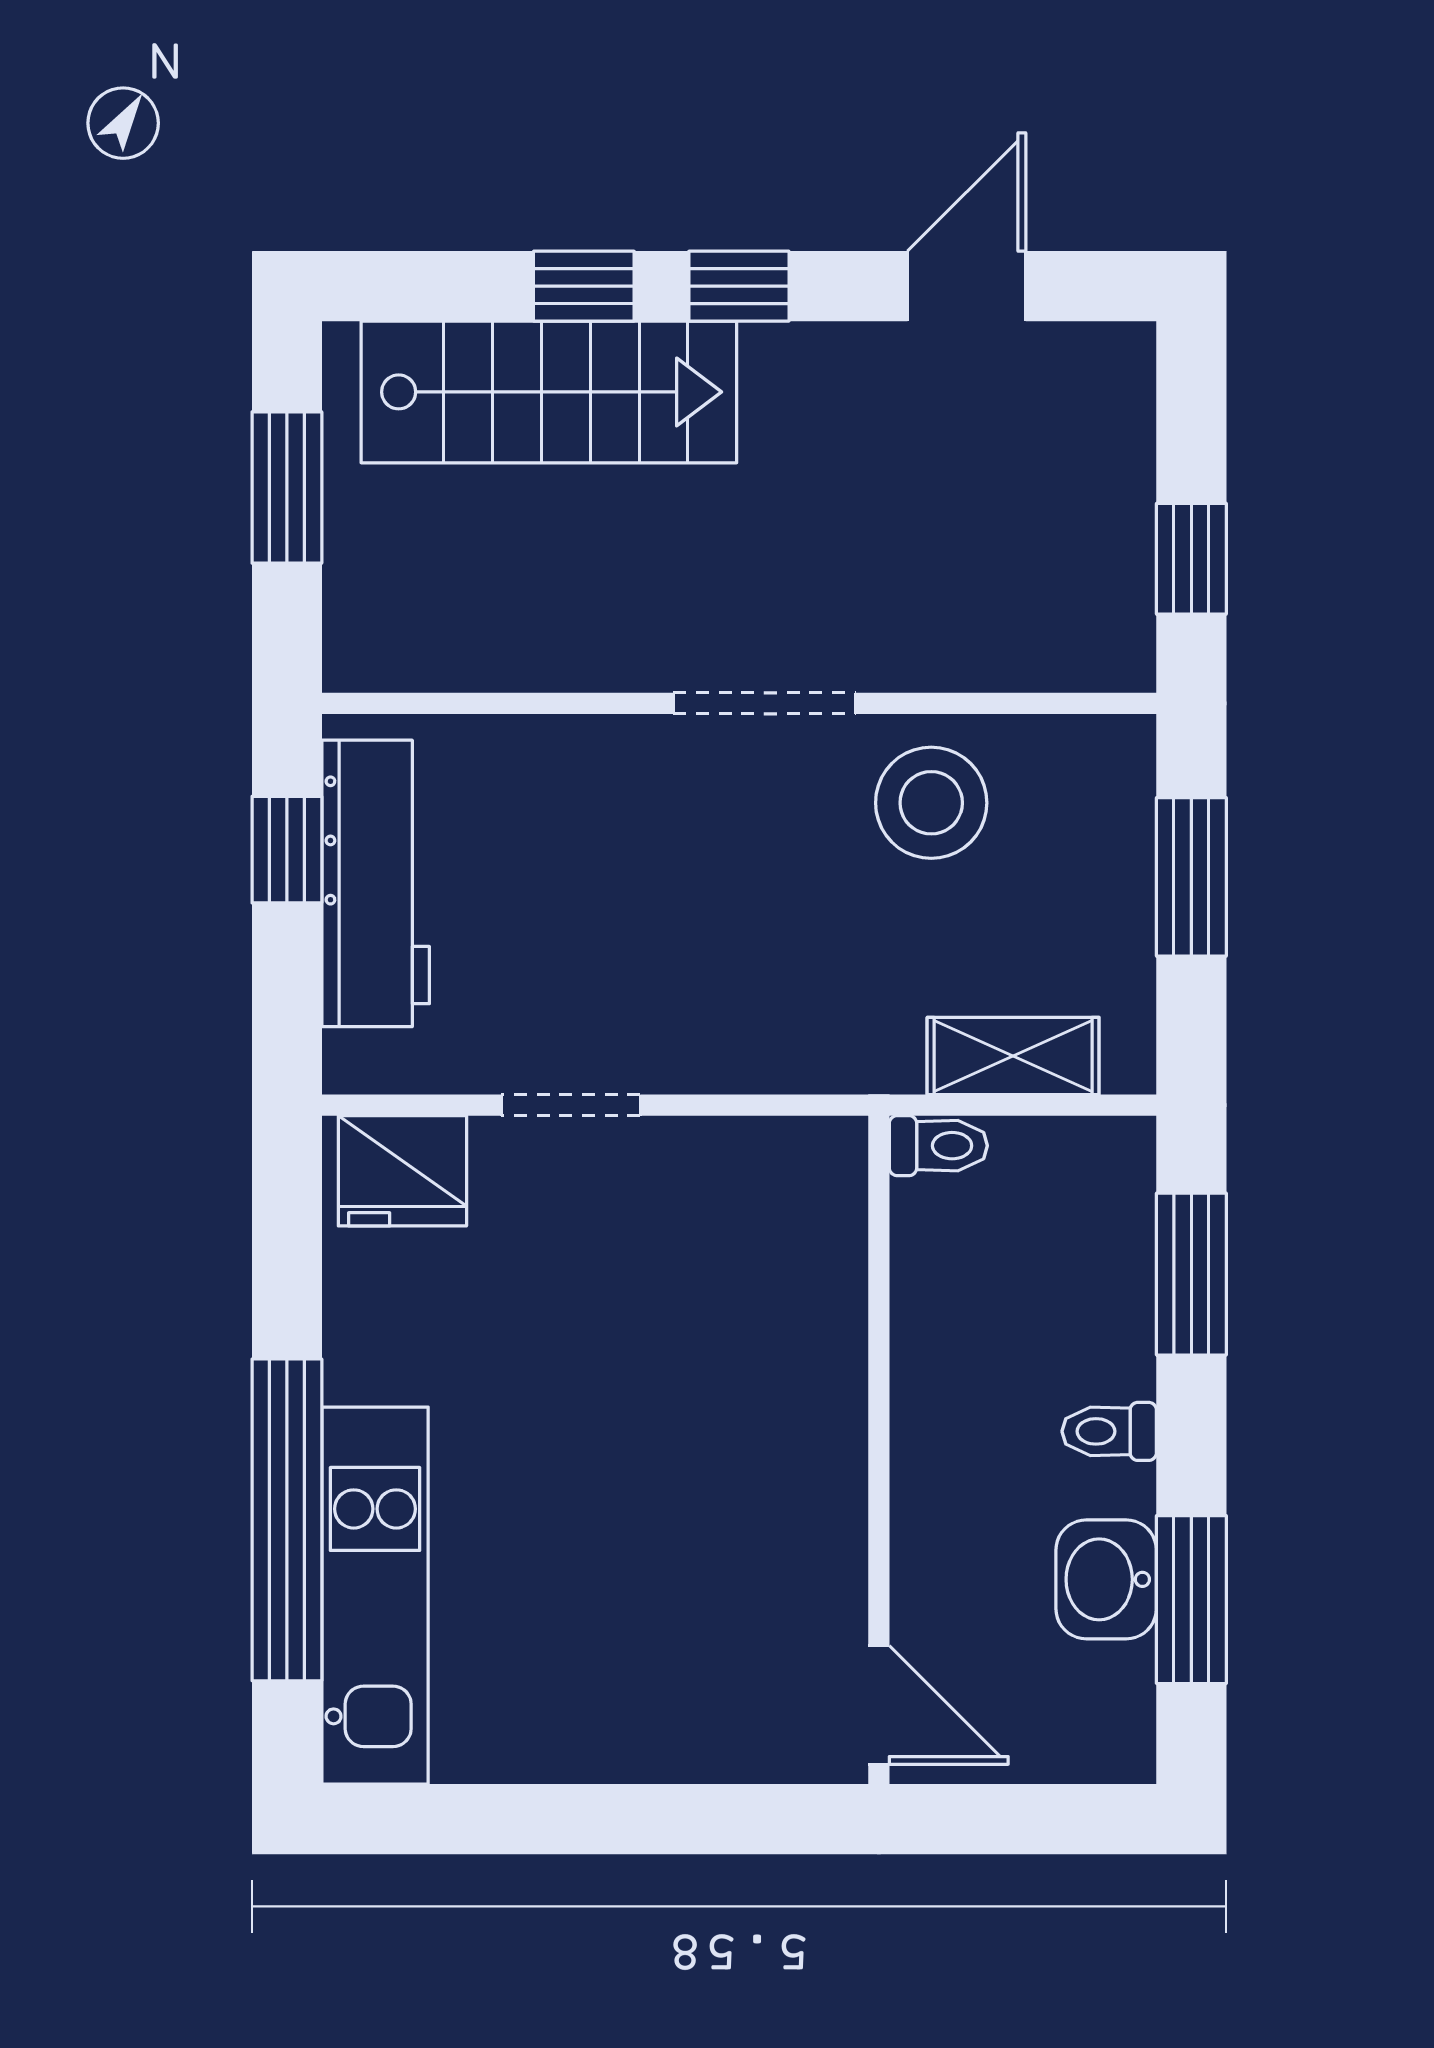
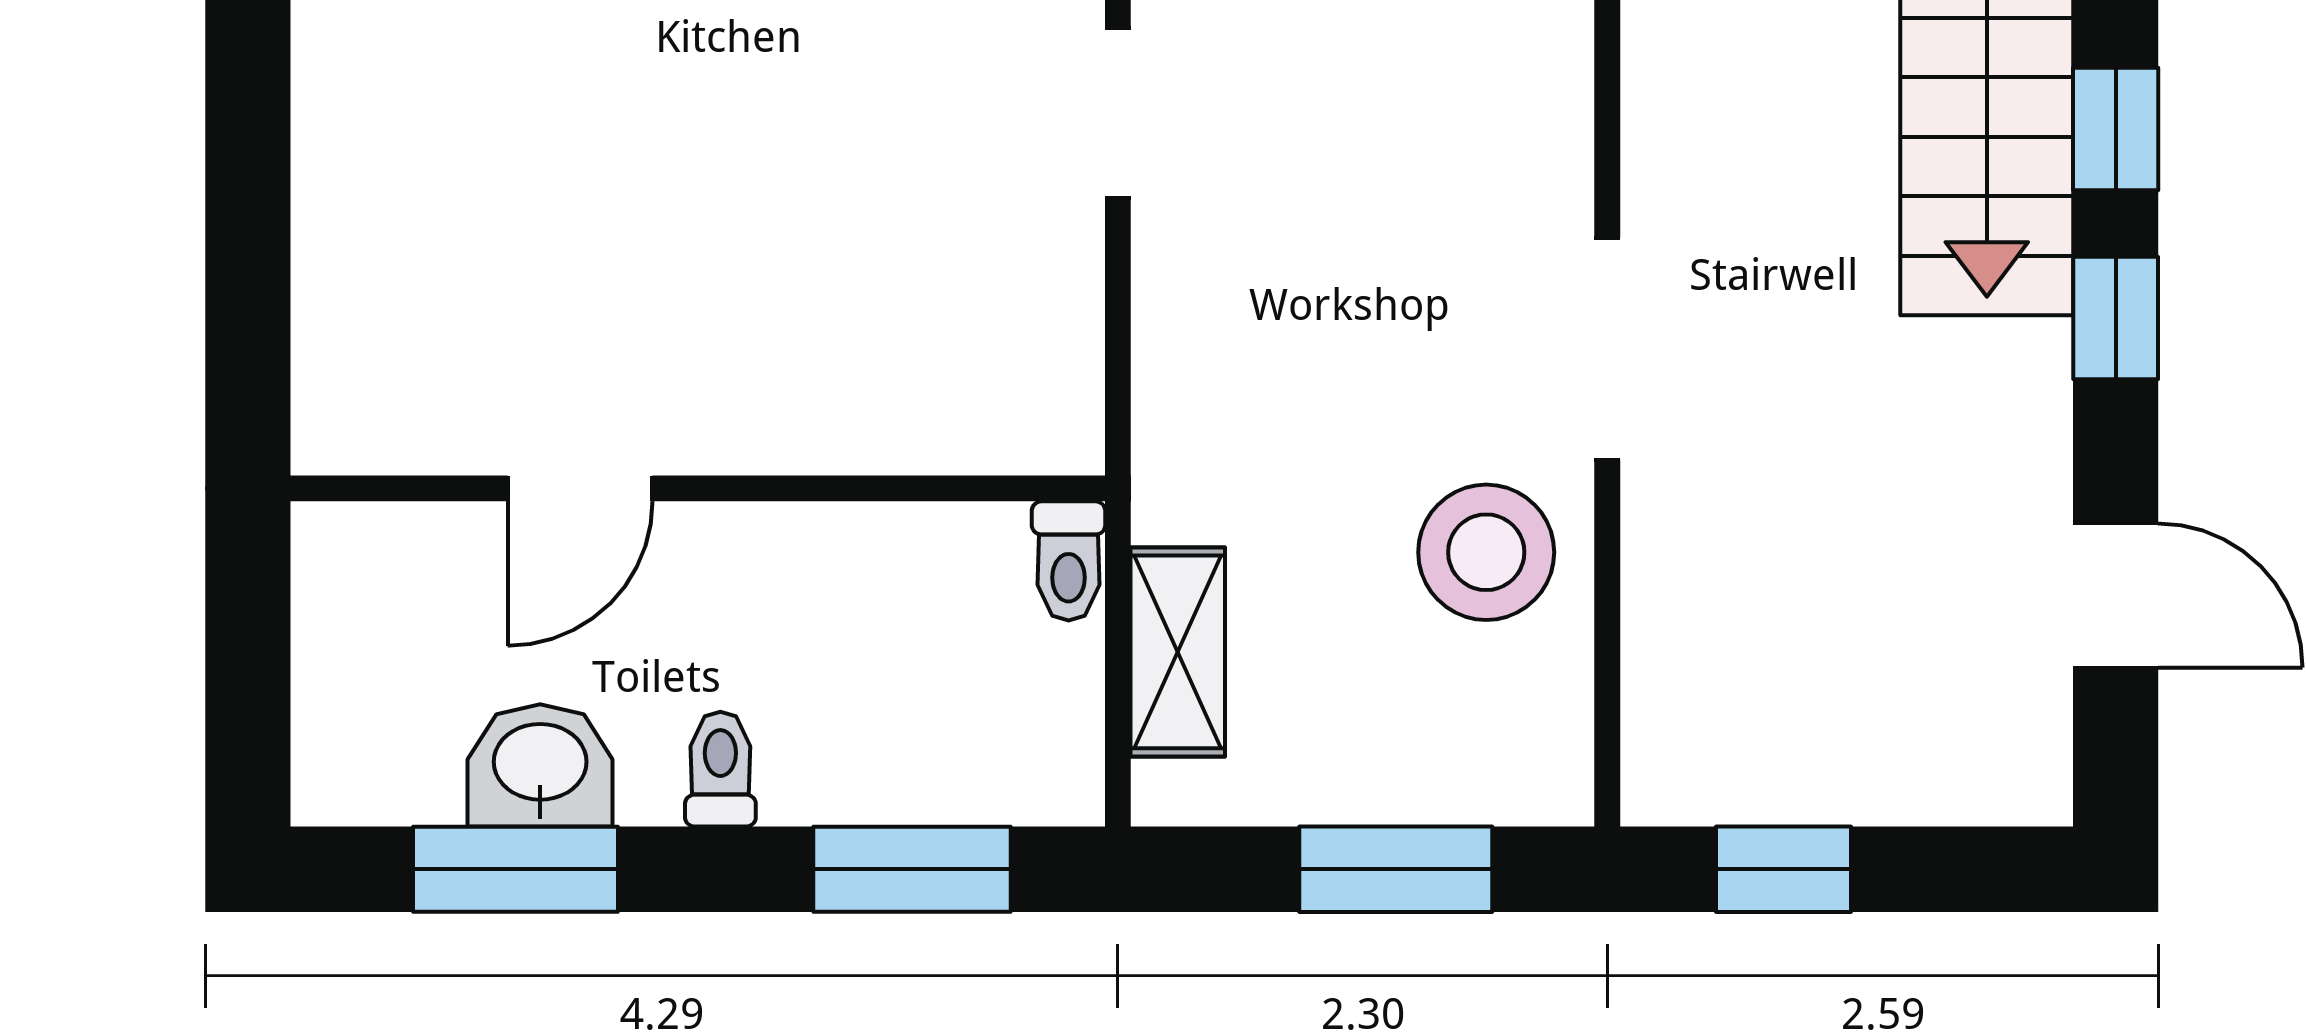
door: (879, 1705) -> (580, 488), moved

